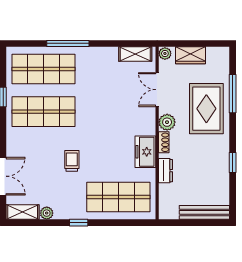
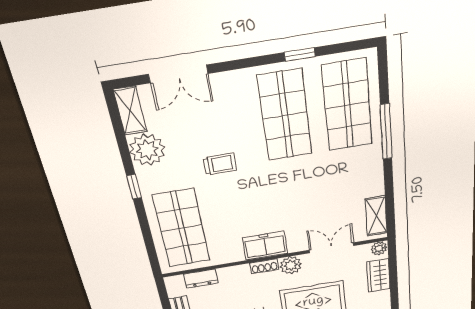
freezer: (145, 152) -> (265, 246), moved
dresser: (166, 171) -> (201, 279), moved
plant: (47, 213) -> (147, 150), width x1.88, depth x1.88

